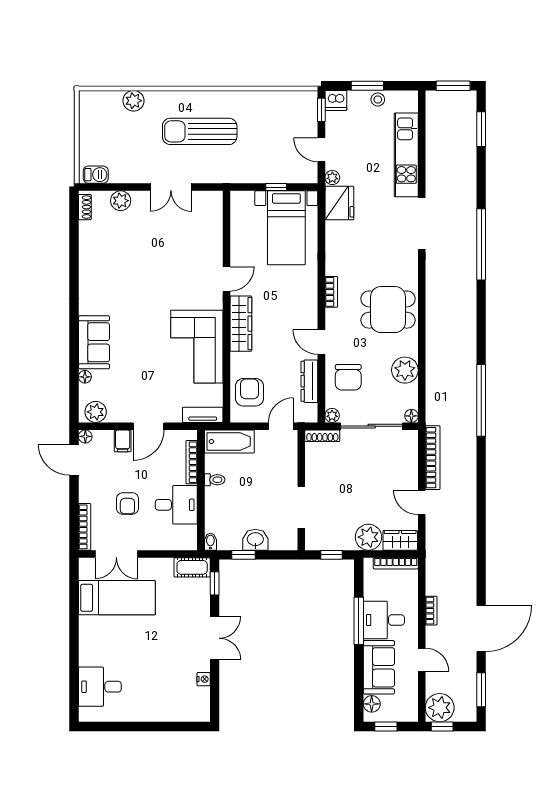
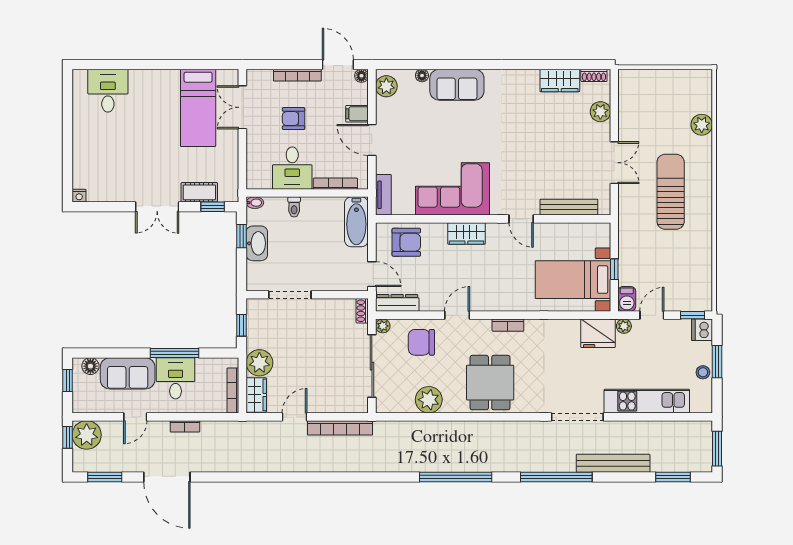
barbecue: (96, 175) -> (627, 299), moved
double door: (171, 187) -> (614, 163), swing flipped
bench: (468, 188) -> (613, 463), added
bench: (215, 232) -> (569, 207), added
wardrobe: (90, 241) -> (560, 80), added
wardrobe: (241, 324) -> (466, 233), width x0.67
dresser: (309, 381) -> (397, 303), moved
window: (481, 400) -> (456, 477), moved
floor lamp: (411, 416) -> (382, 406), removed
shoe rack: (322, 436) -> (362, 311), width x0.70
door: (74, 460) -> (338, 64), hinge flipped
toilet: (215, 480) -> (294, 207), moved
bookcase: (85, 527) -> (297, 75), moved
washbasin: (255, 540) -> (257, 243), width x1.38
cot: (192, 567) -> (199, 192), moved, turned 90
nightstand: (204, 679) -> (79, 196), moved

